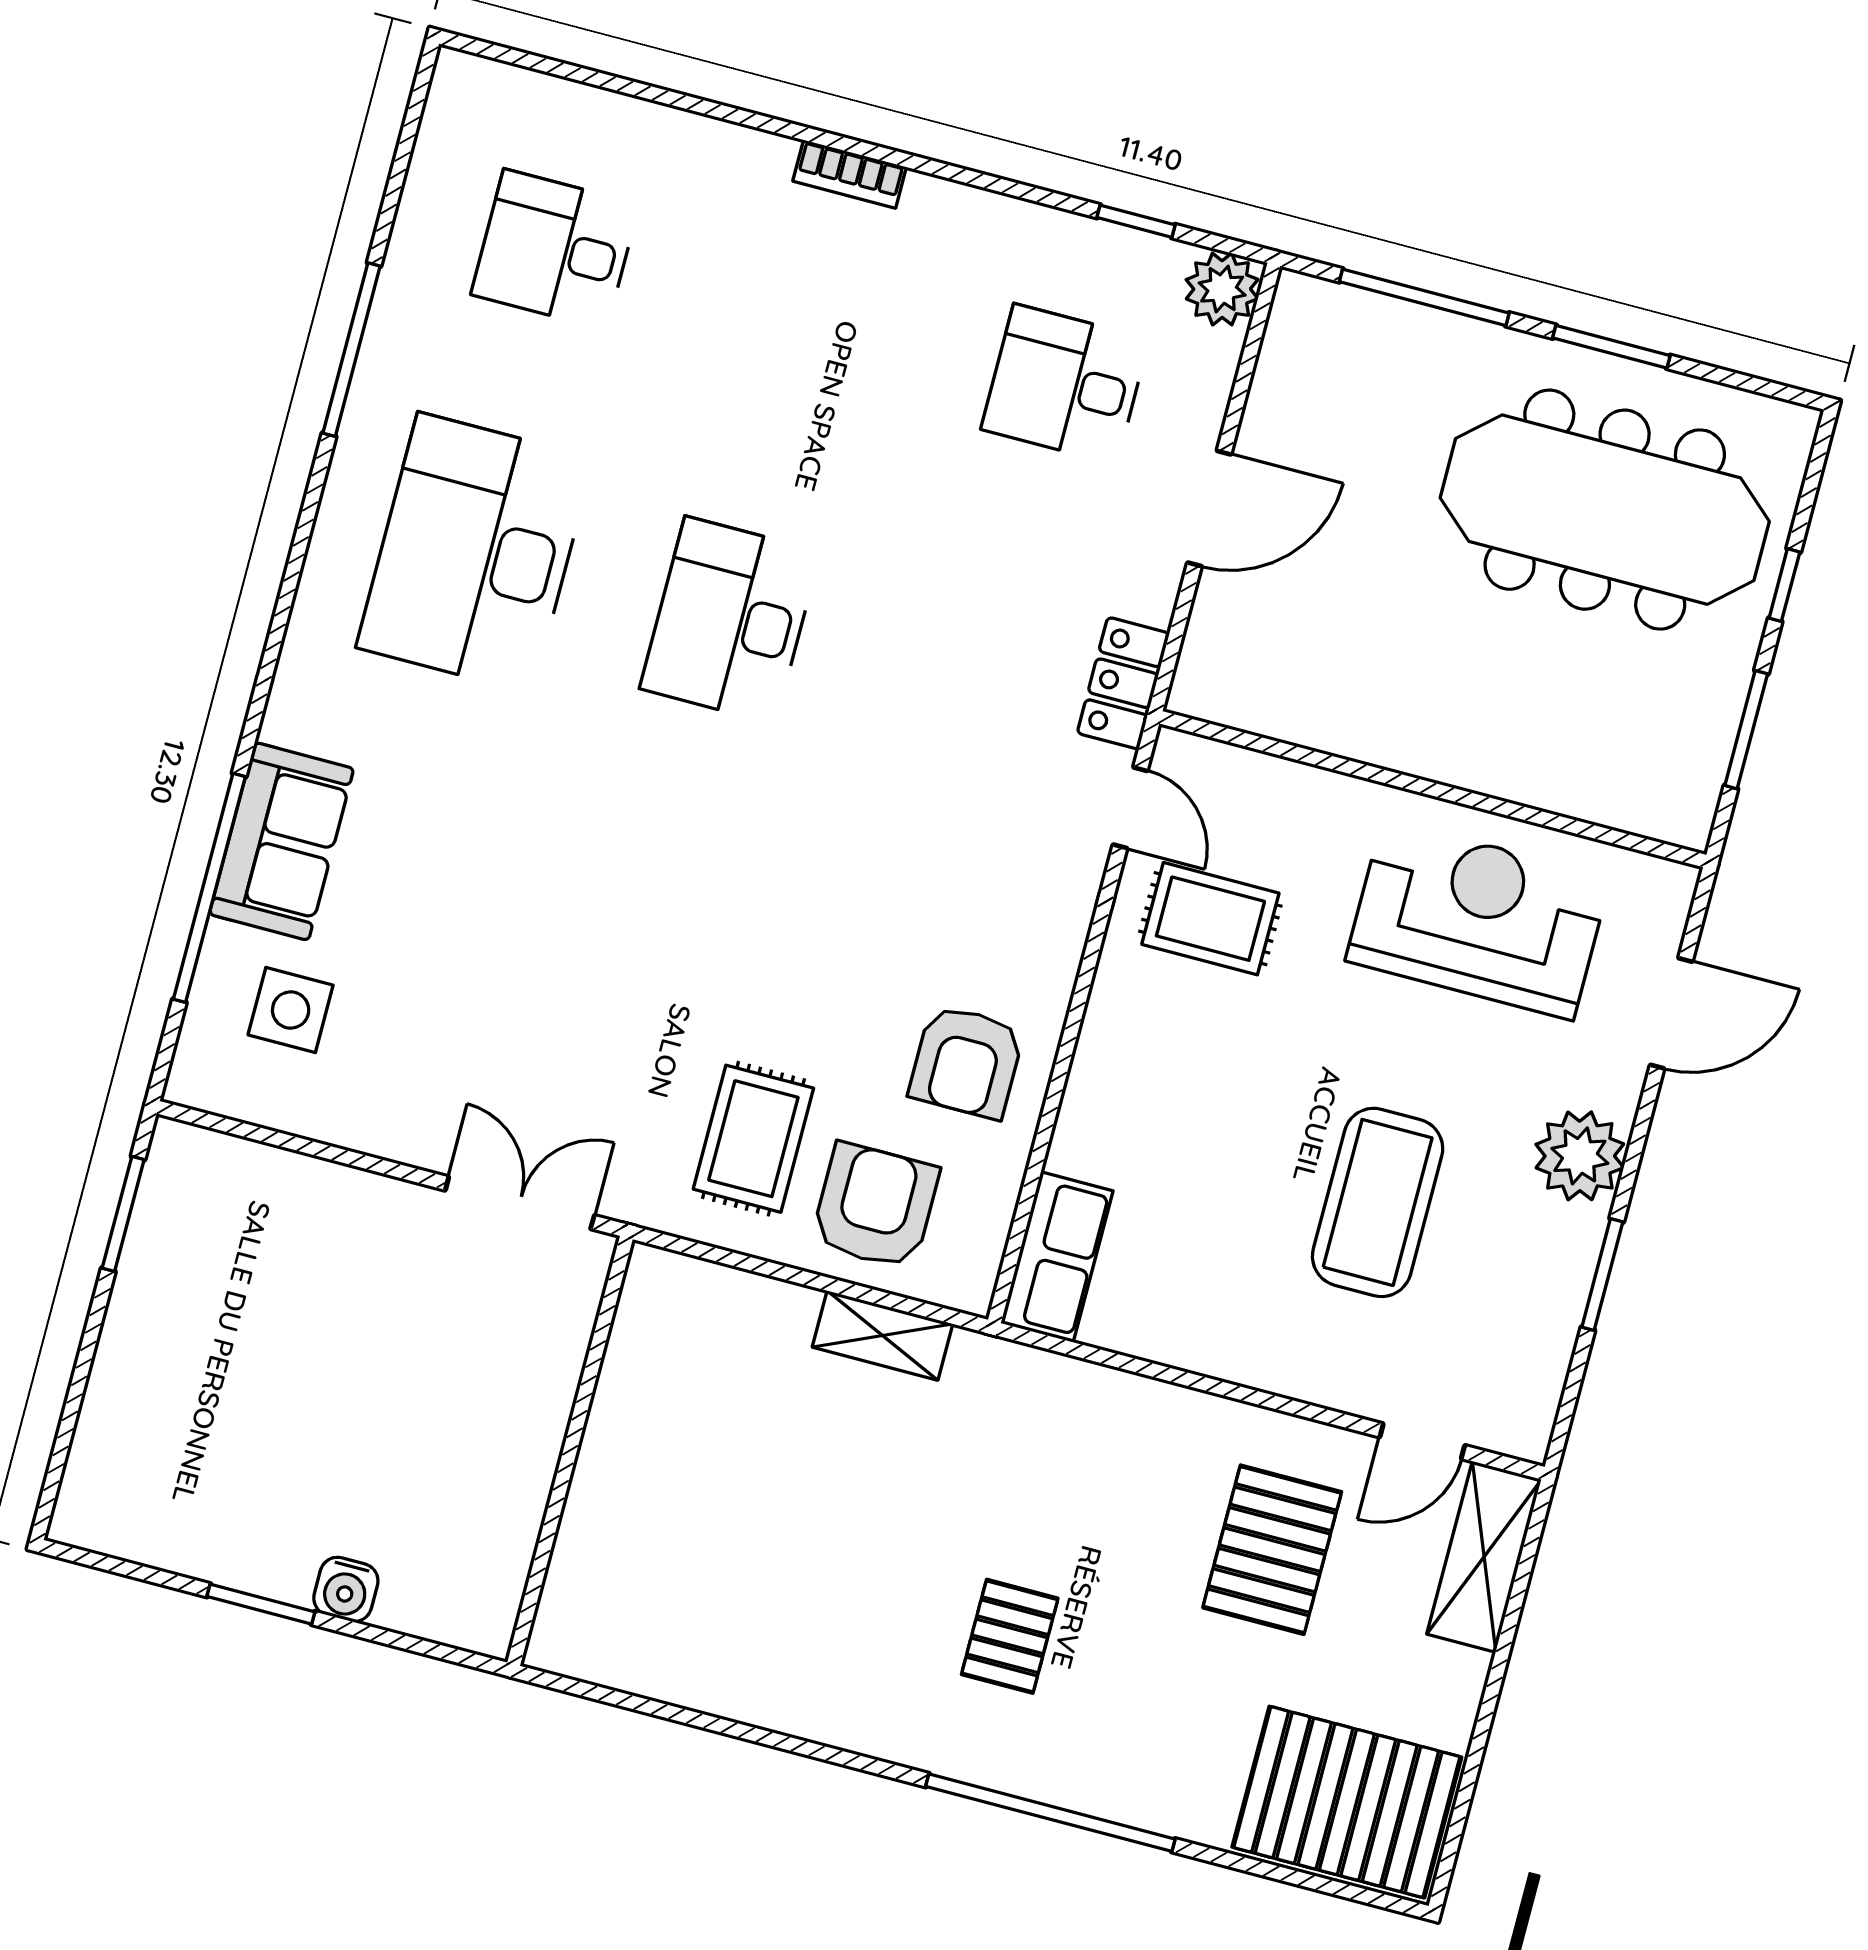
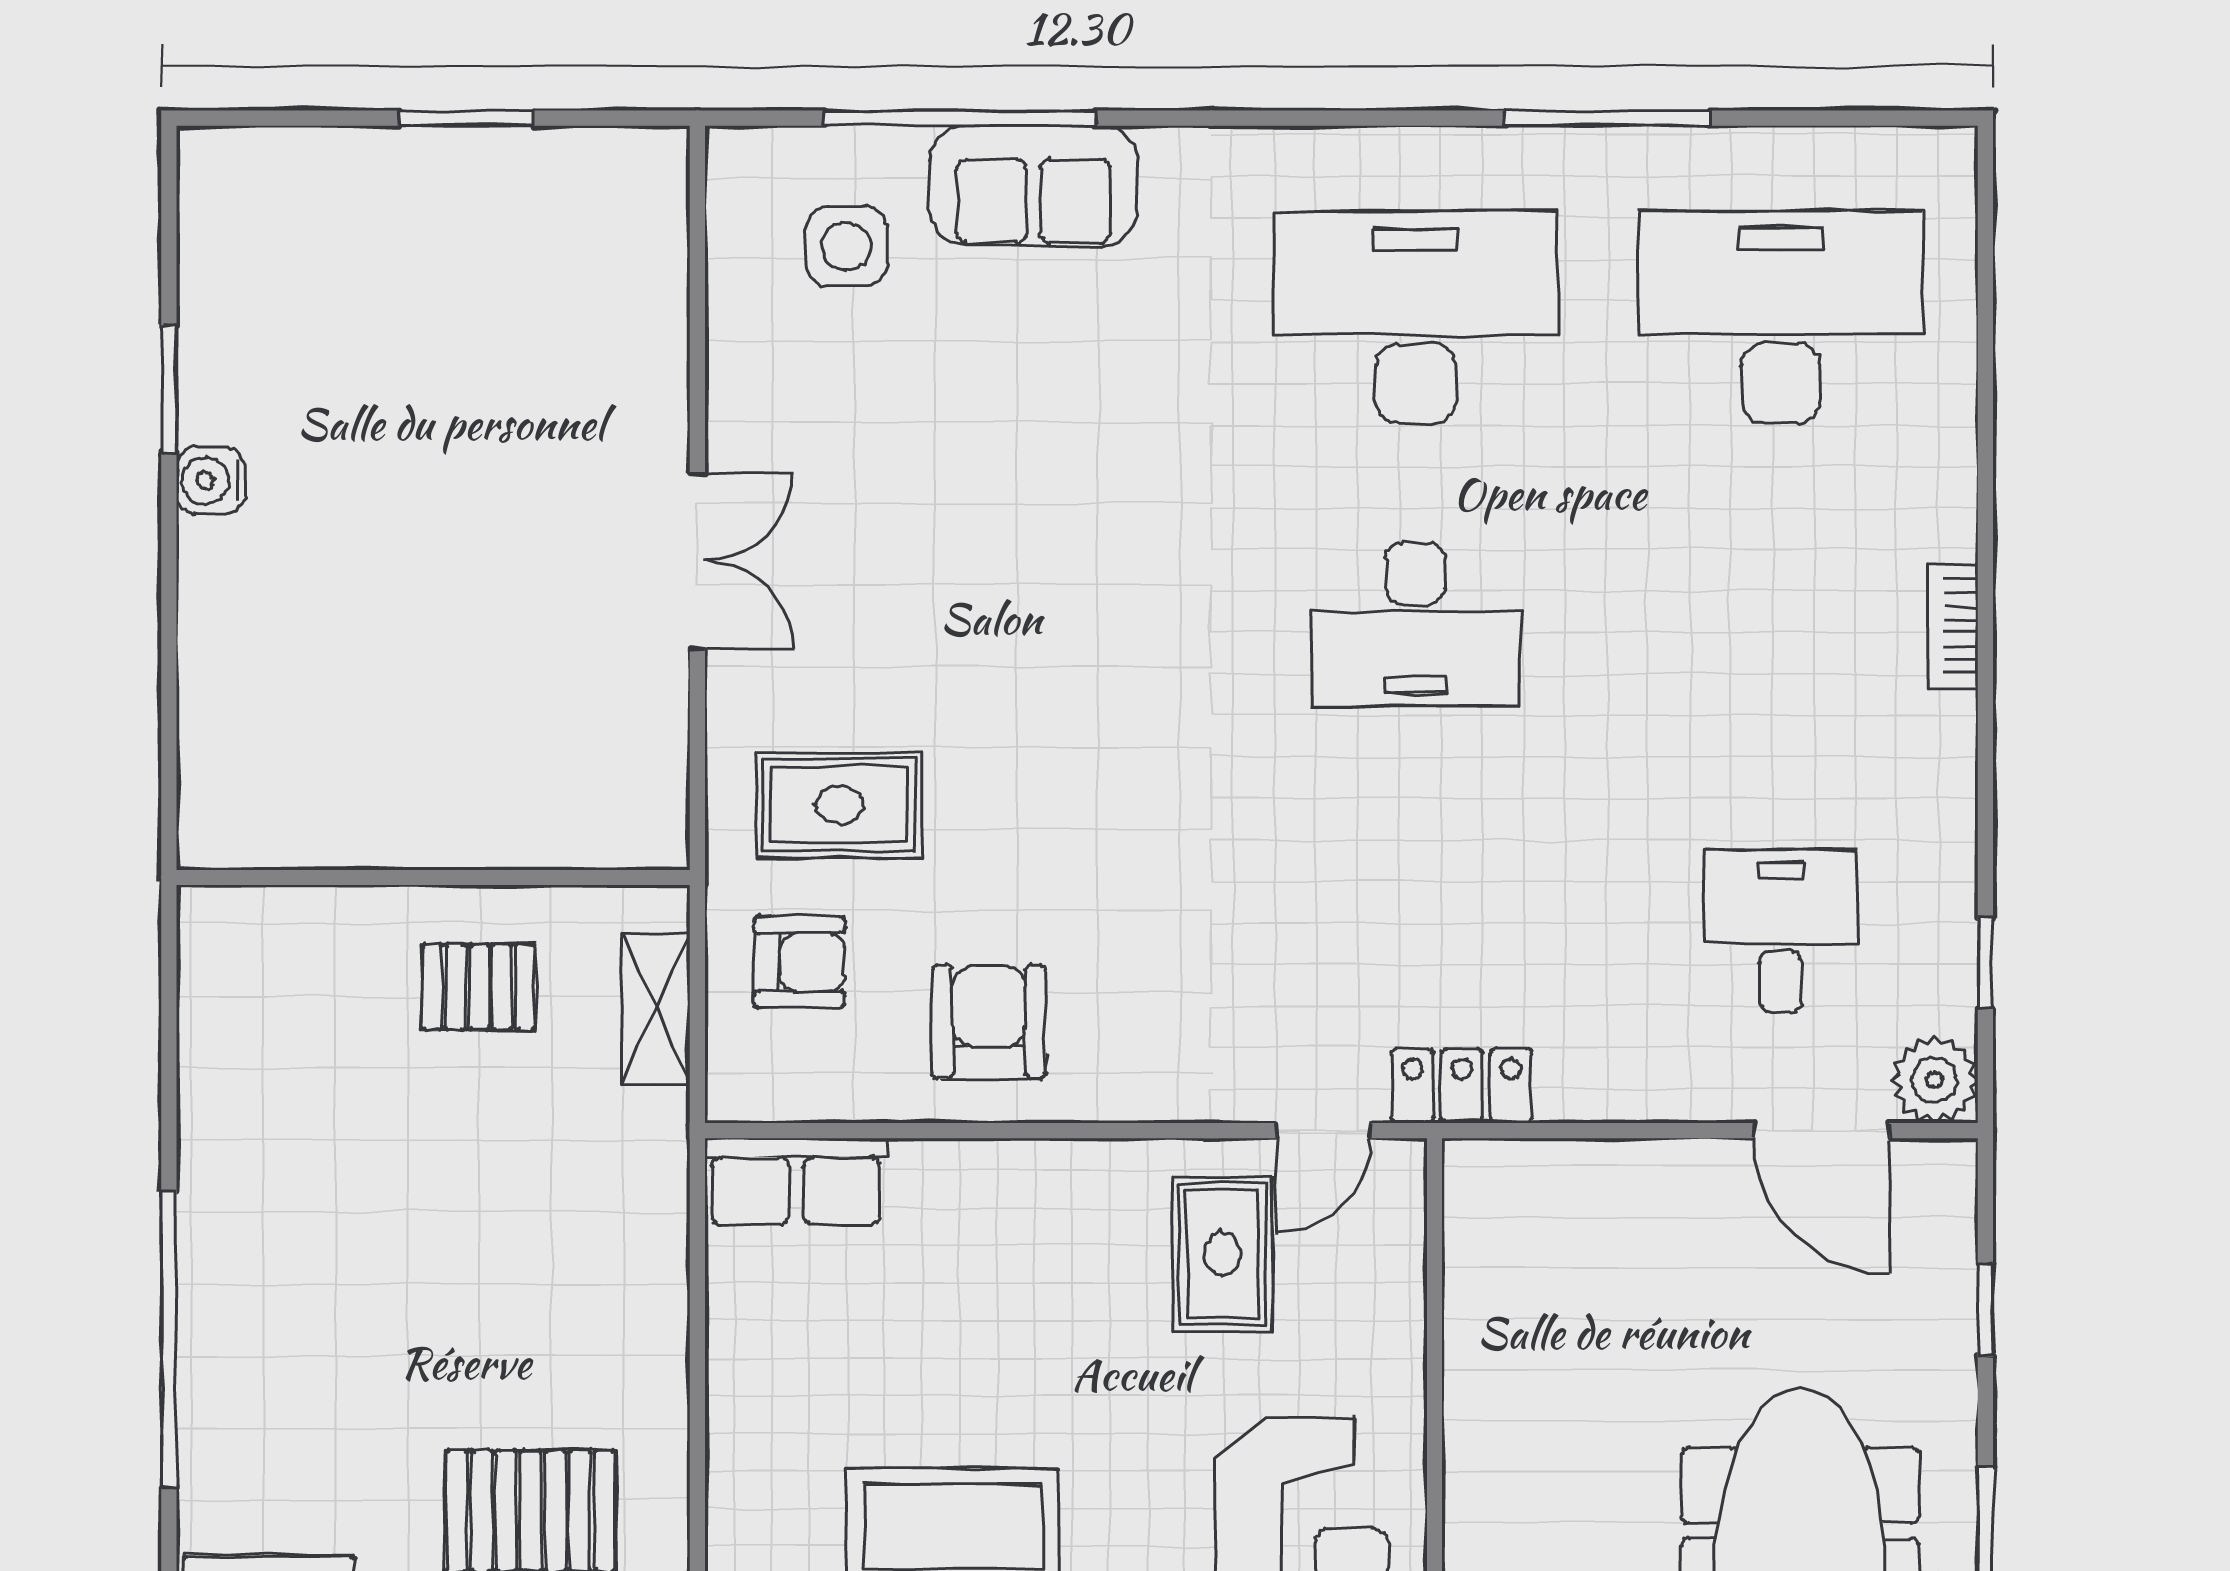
desk: (555, 249) -> (1781, 317), width x1.87, depth x1.30
window: (1424, 297) -> (1985, 1310), width x0.46
door: (1209, 508) -> (1821, 1131), moved
desk: (730, 620) -> (1416, 624), turned 180
armchair: (966, 1062) -> (989, 1022), turned 90
armchair: (875, 1206) -> (799, 962), width x0.72, depth x0.72
window: (123, 1214) -> (466, 118), moved
wall: (570, 1451) -> (433, 877), moved
pallet: (1010, 1636) -> (479, 987), moved

